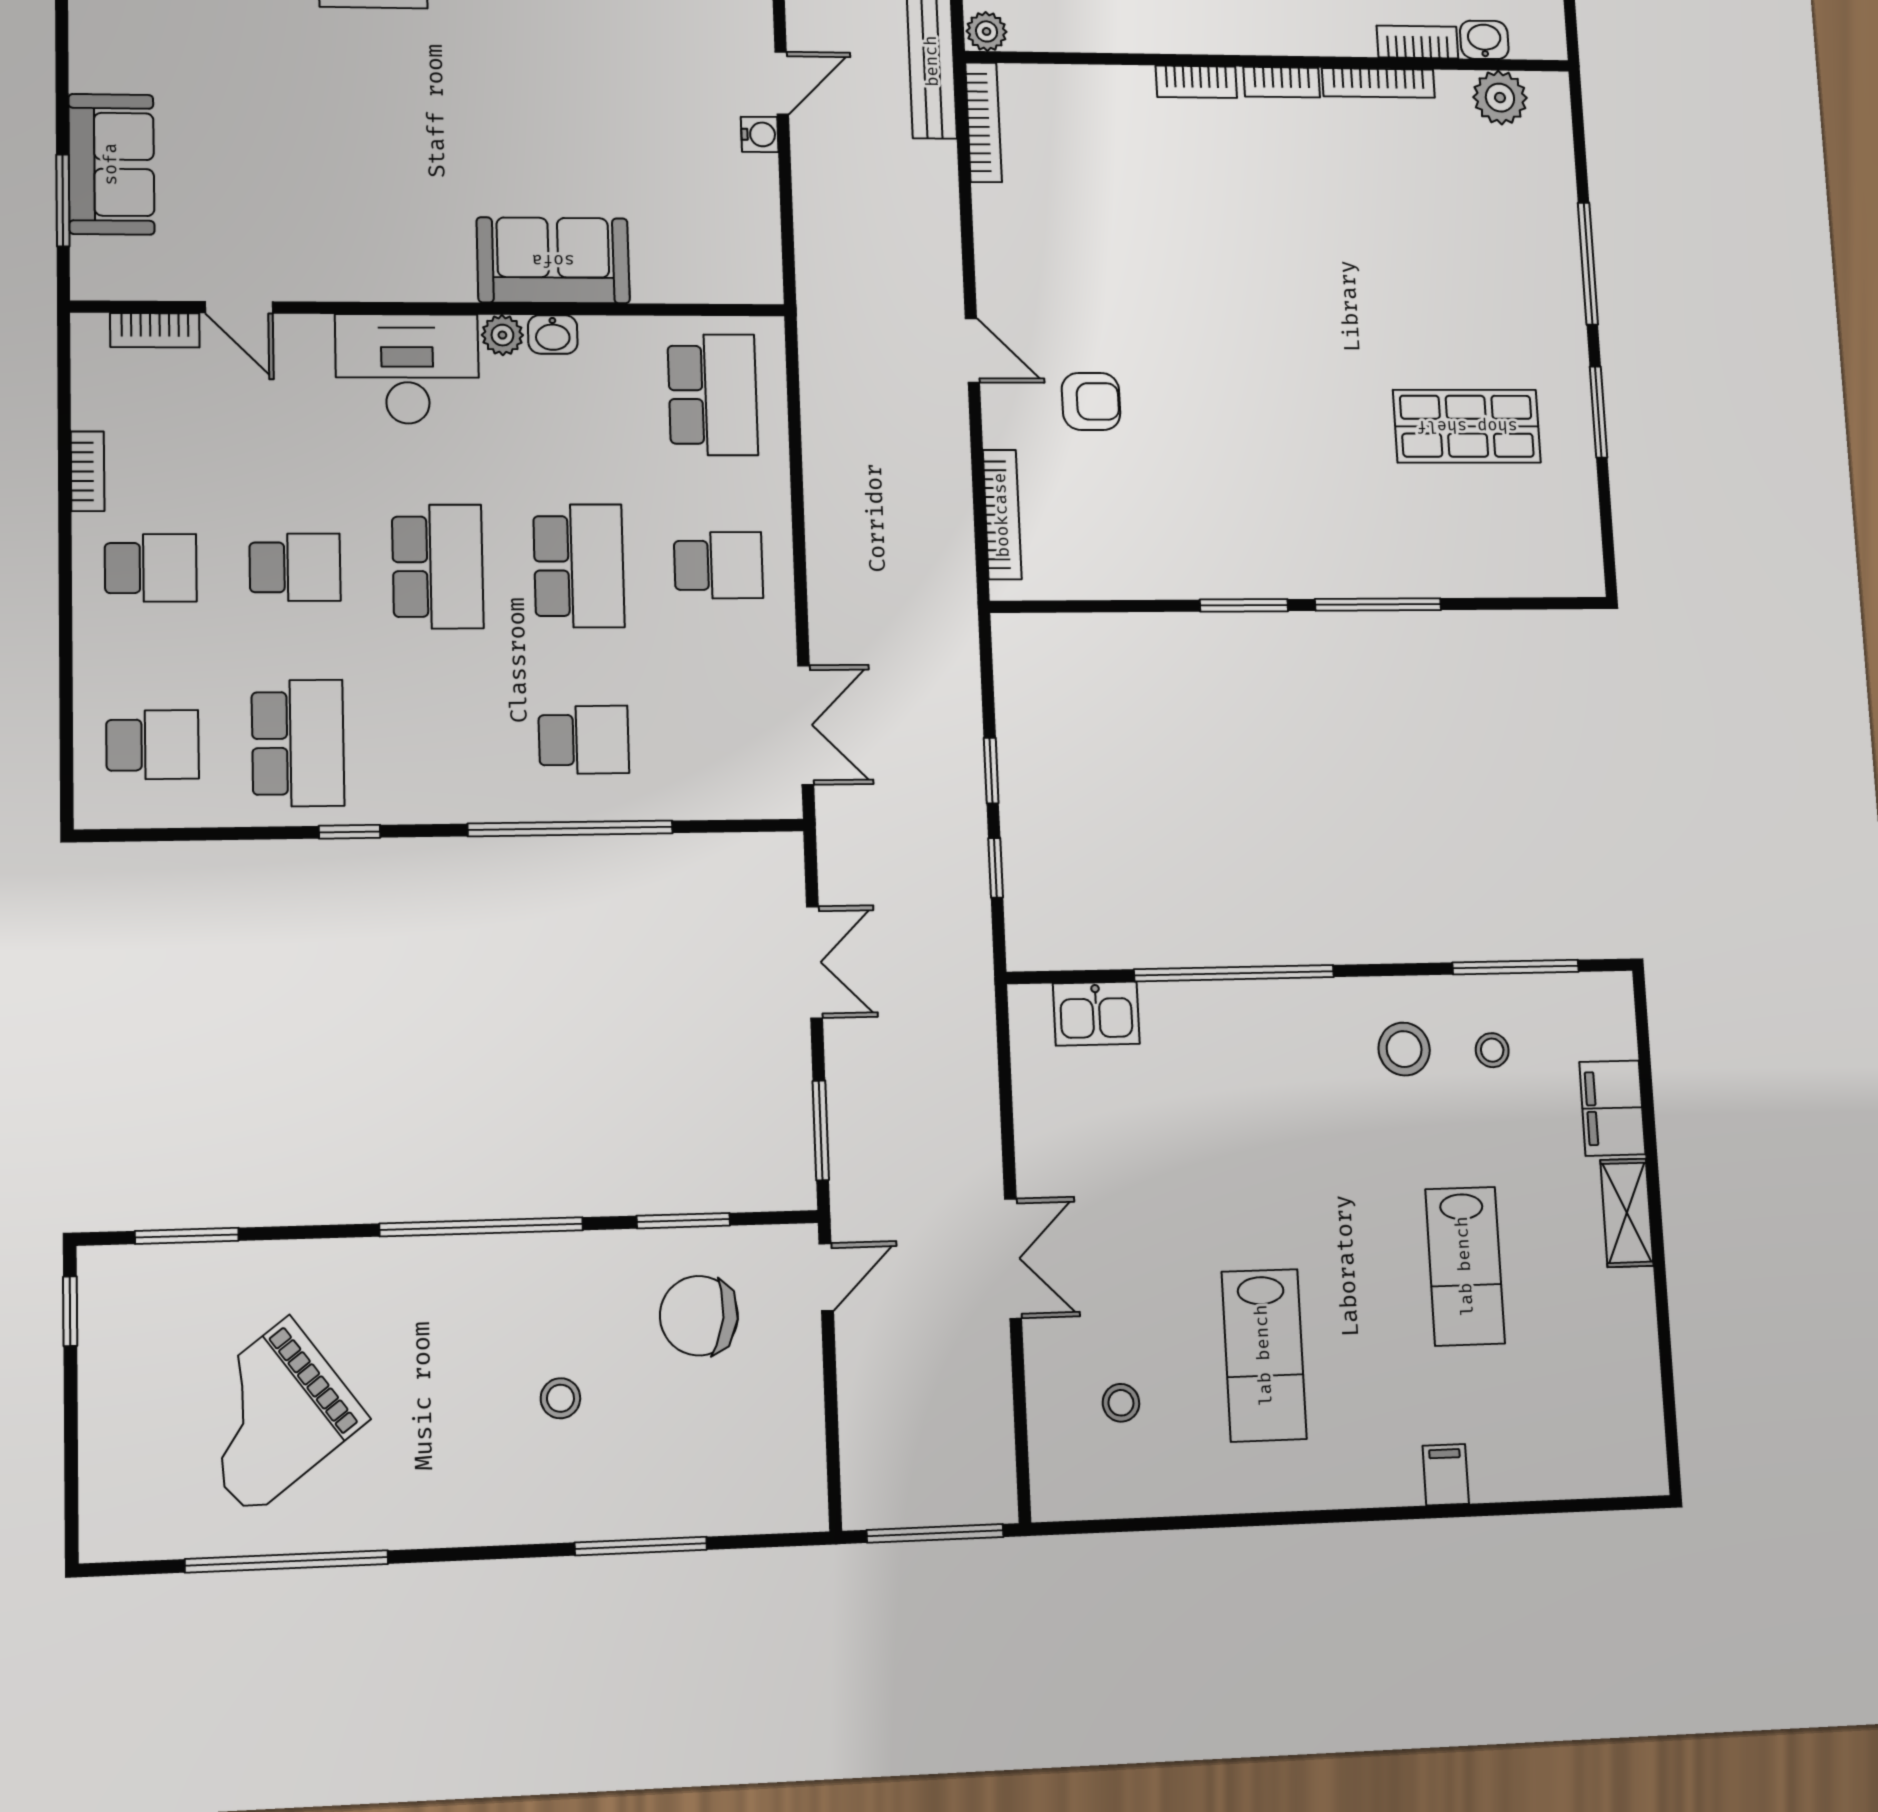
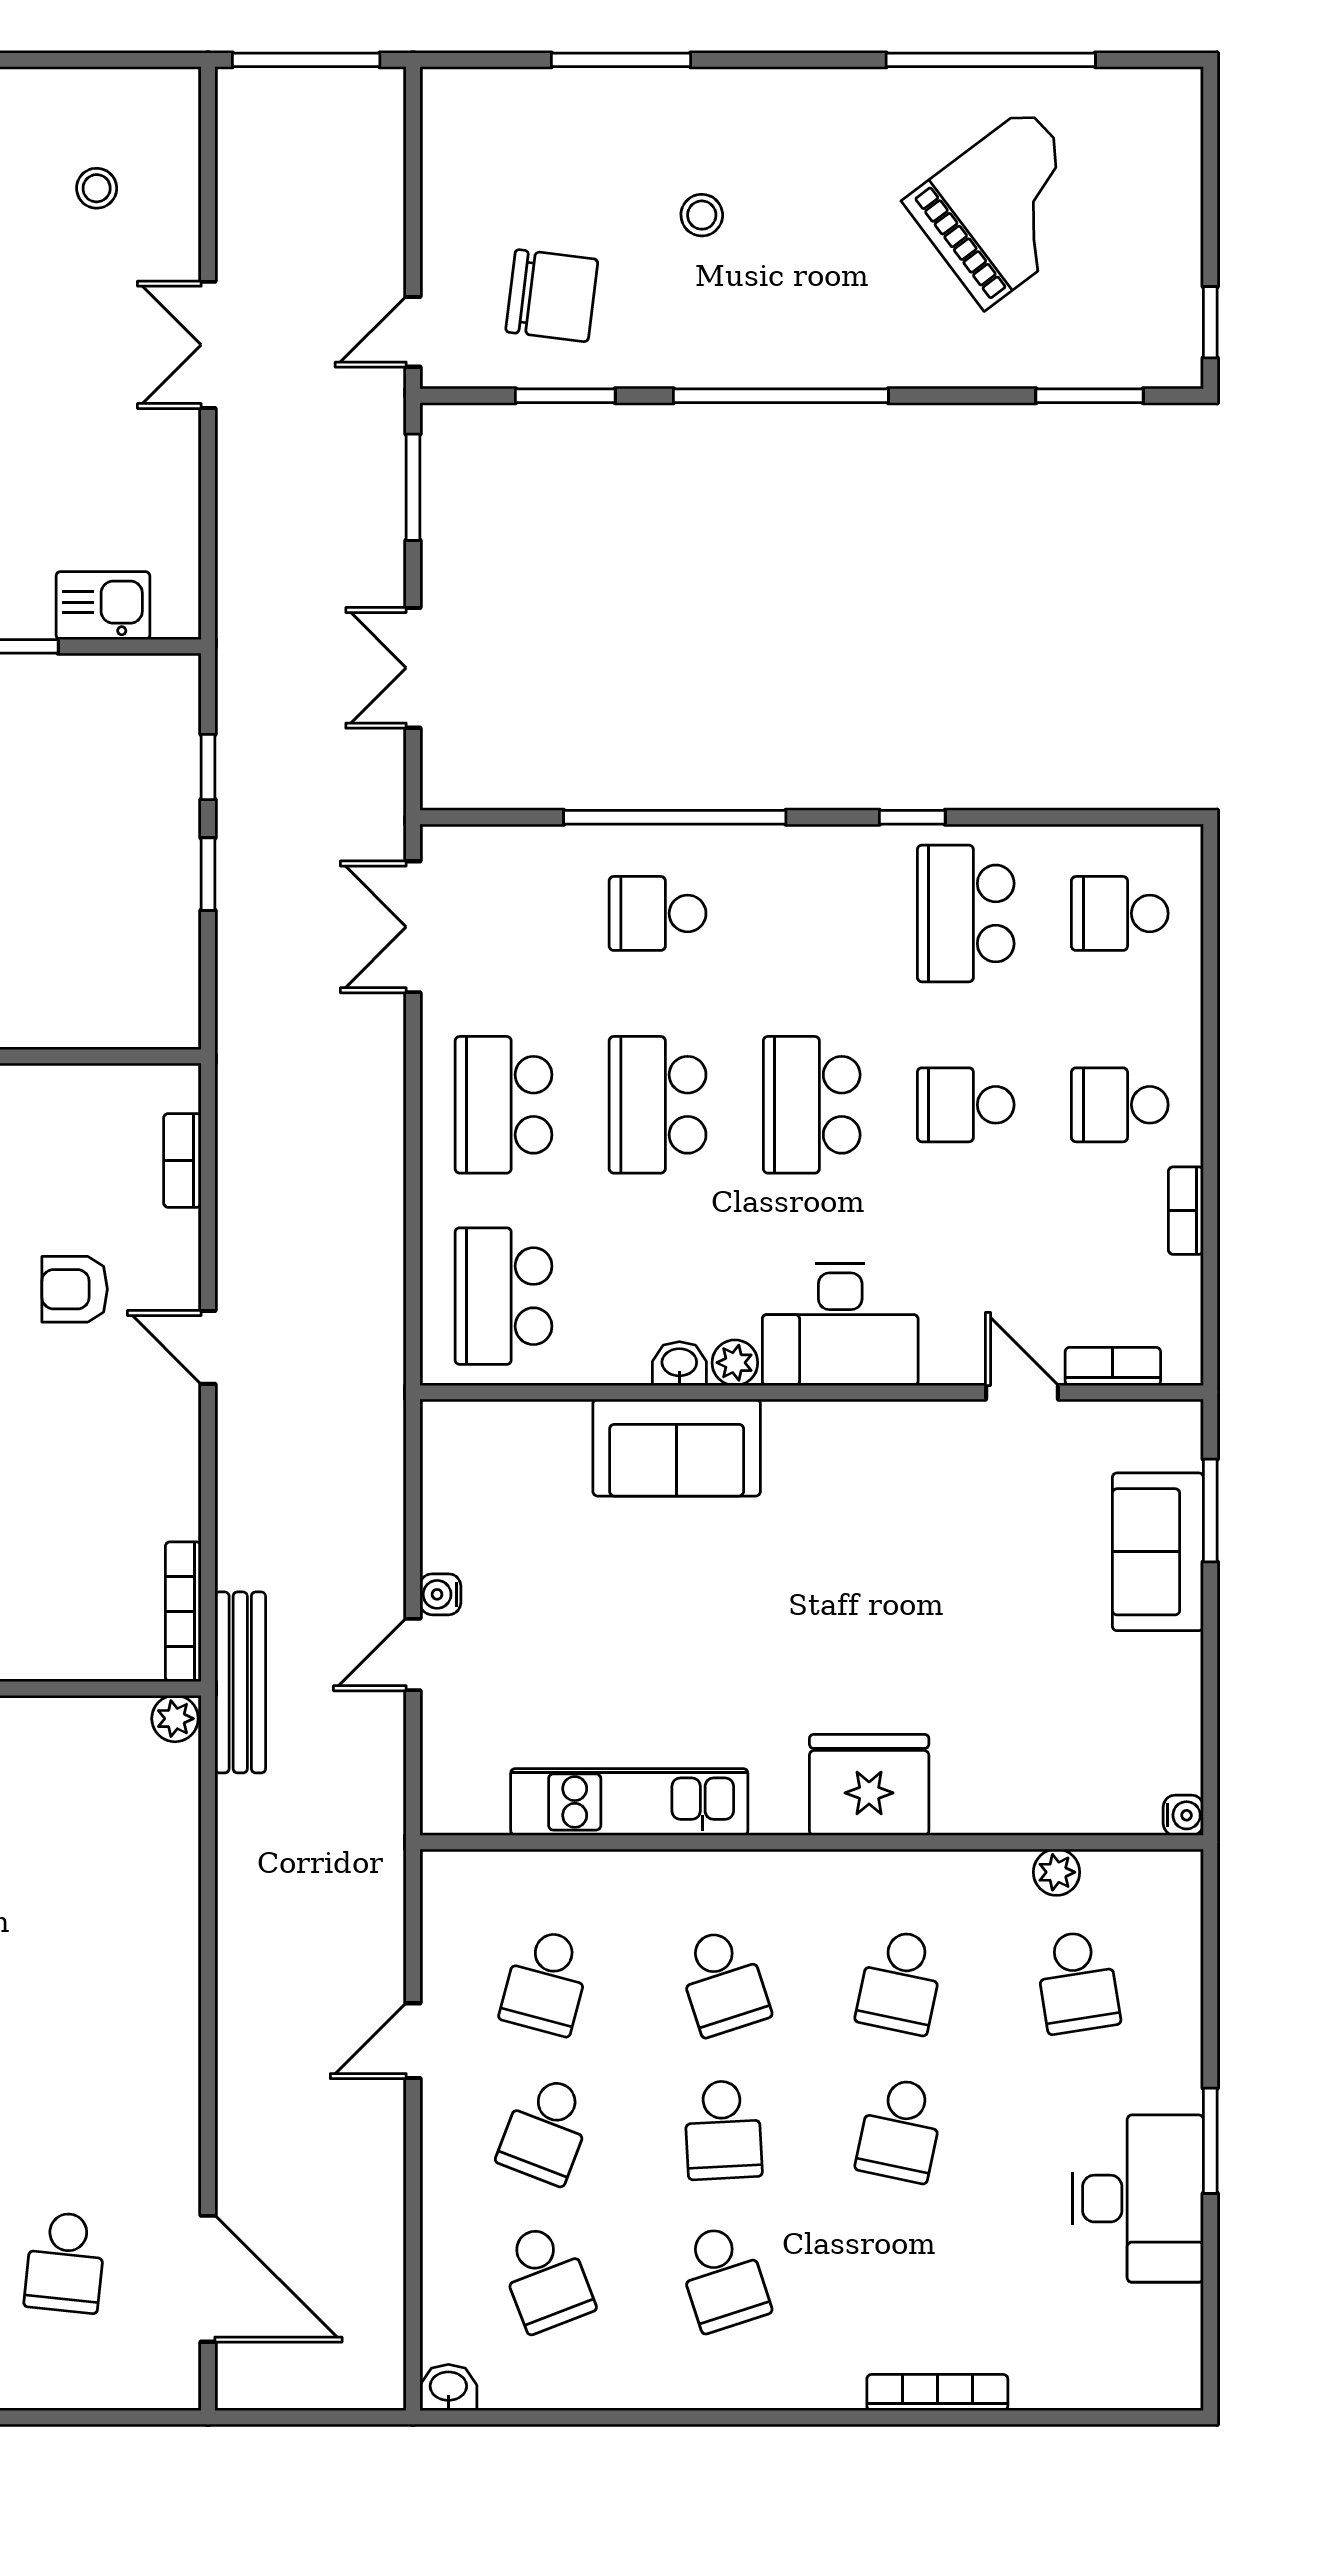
bookcase: (1002, 515) -> (182, 1160), width x0.64
school desk: (718, 565) -> (504, 1105), width x1.85

